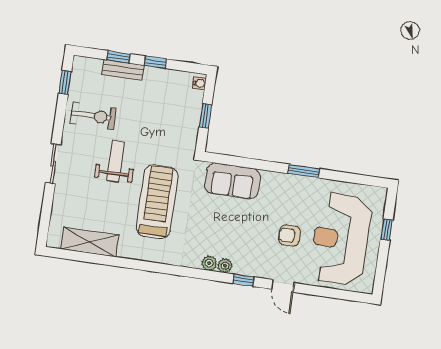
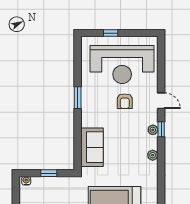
plant: (225, 266) -> (153, 130), moved
door: (283, 286) -> (161, 101), hinge flipped

